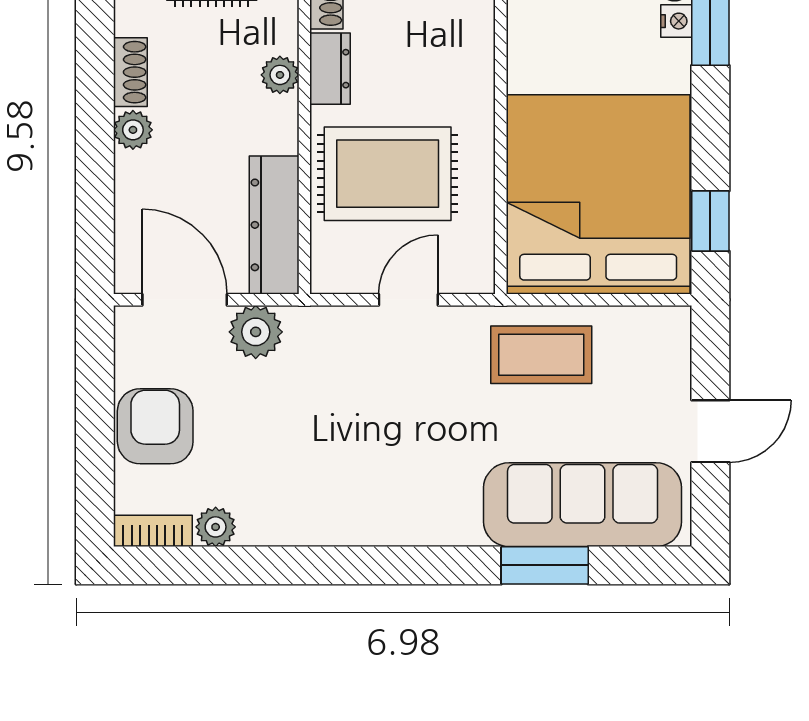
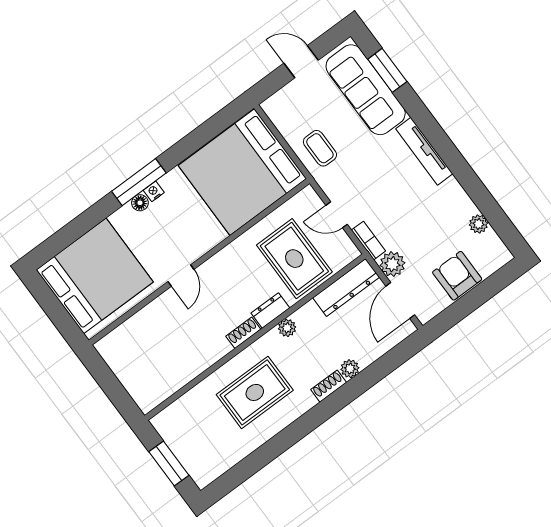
window: (710, 221) -> (221, 121), removed
coffee table: (541, 355) -> (320, 148), width x0.73, depth x0.77
armchair: (155, 426) -> (457, 276), turned 90
tv unit: (406, 527) -> (424, 151), added
bookcase: (153, 531) -> (368, 241), moved, turned 180
window: (545, 565) -> (387, 70), moved

